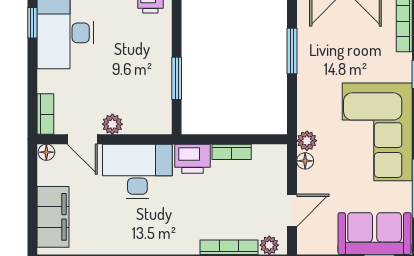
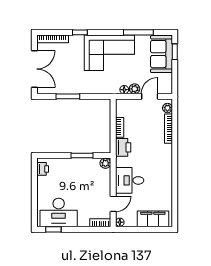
plant: (112, 124) -> (105, 163), moved
plant: (307, 141) -> (135, 89), moved
desk: (137, 171) -> (130, 180), width x0.73
door: (292, 210) -> (150, 96), hinge flipped

